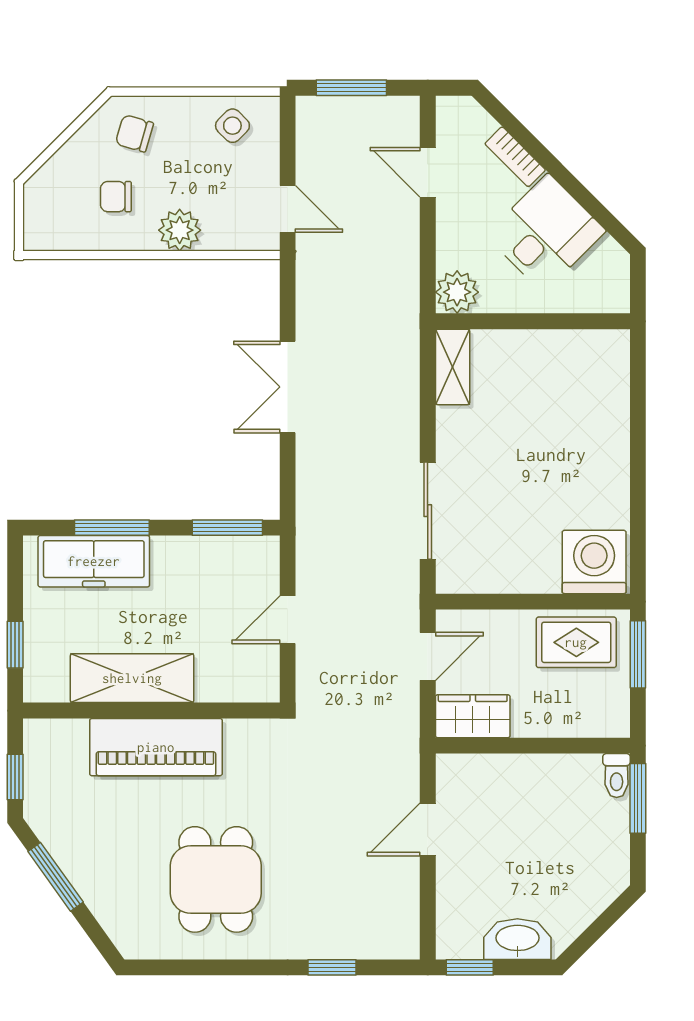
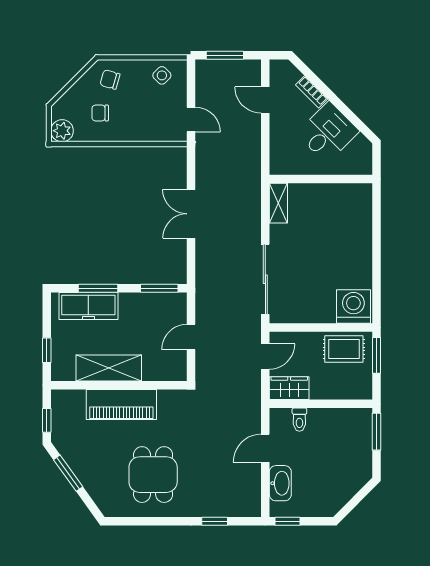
plant: (180, 230) -> (62, 131), moved
plant: (457, 292) -> (281, 164), removed
sliding door: (428, 511) -> (265, 279), width x1.37
toilet: (617, 776) -> (299, 420), moved
washbasin: (517, 939) -> (280, 483), moved, turned 90

